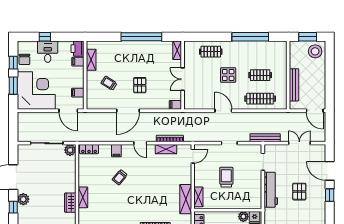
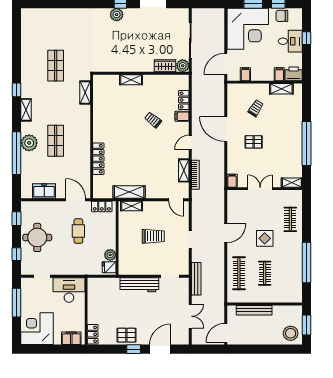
locker: (89, 149) -> (184, 100), moved
pallet: (299, 192) -> (126, 335), moved
plant: (23, 199) -> (117, 15), moved
wardrobe: (70, 203) -> (165, 66), moved

